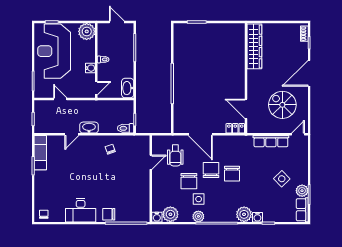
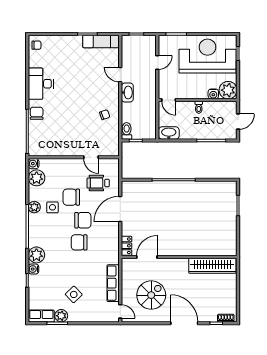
water cooler: (90, 68) -> (213, 94), moved

